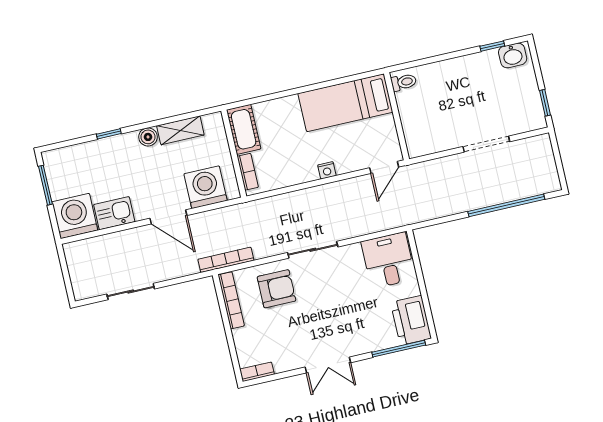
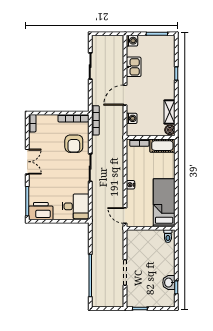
washbasin: (513, 55) -> (169, 283), moved
boiler: (148, 137) -> (170, 130), moved
washing machine: (206, 187) -> (132, 118), width x0.53, depth x0.53
washing machine: (75, 216) -> (132, 41), width x0.53, depth x0.53
double door: (328, 365) -> (27, 162), swing flipped

